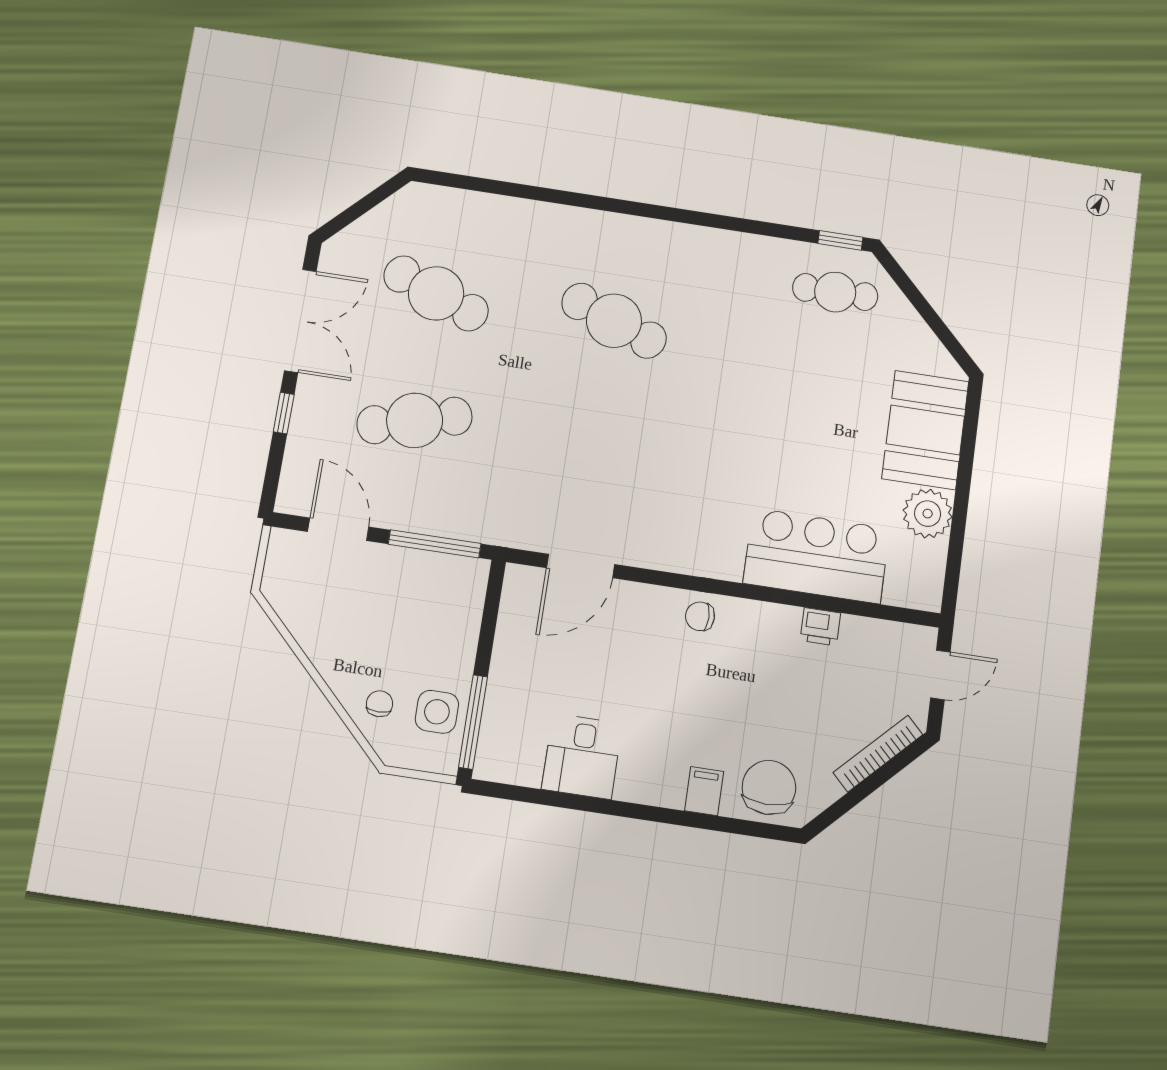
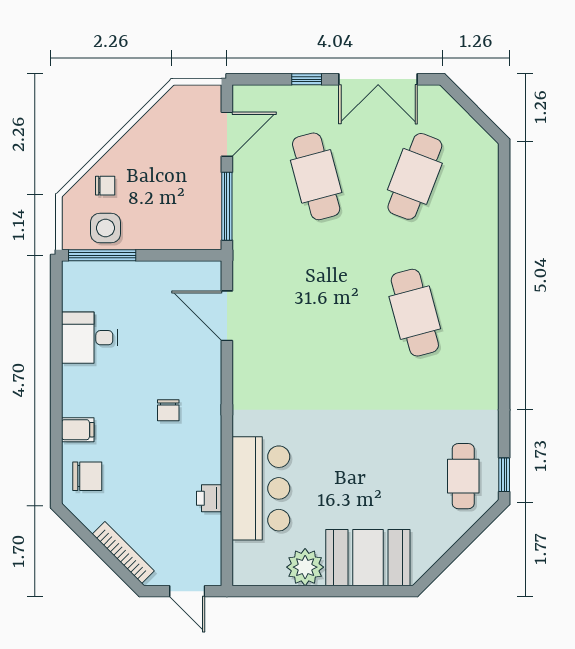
cafe table: (614, 321) -> (415, 313), turned -36
chair: (700, 616) -> (168, 410), moved, turned 180
chair: (769, 787) -> (87, 476), width x0.73, depth x0.73

